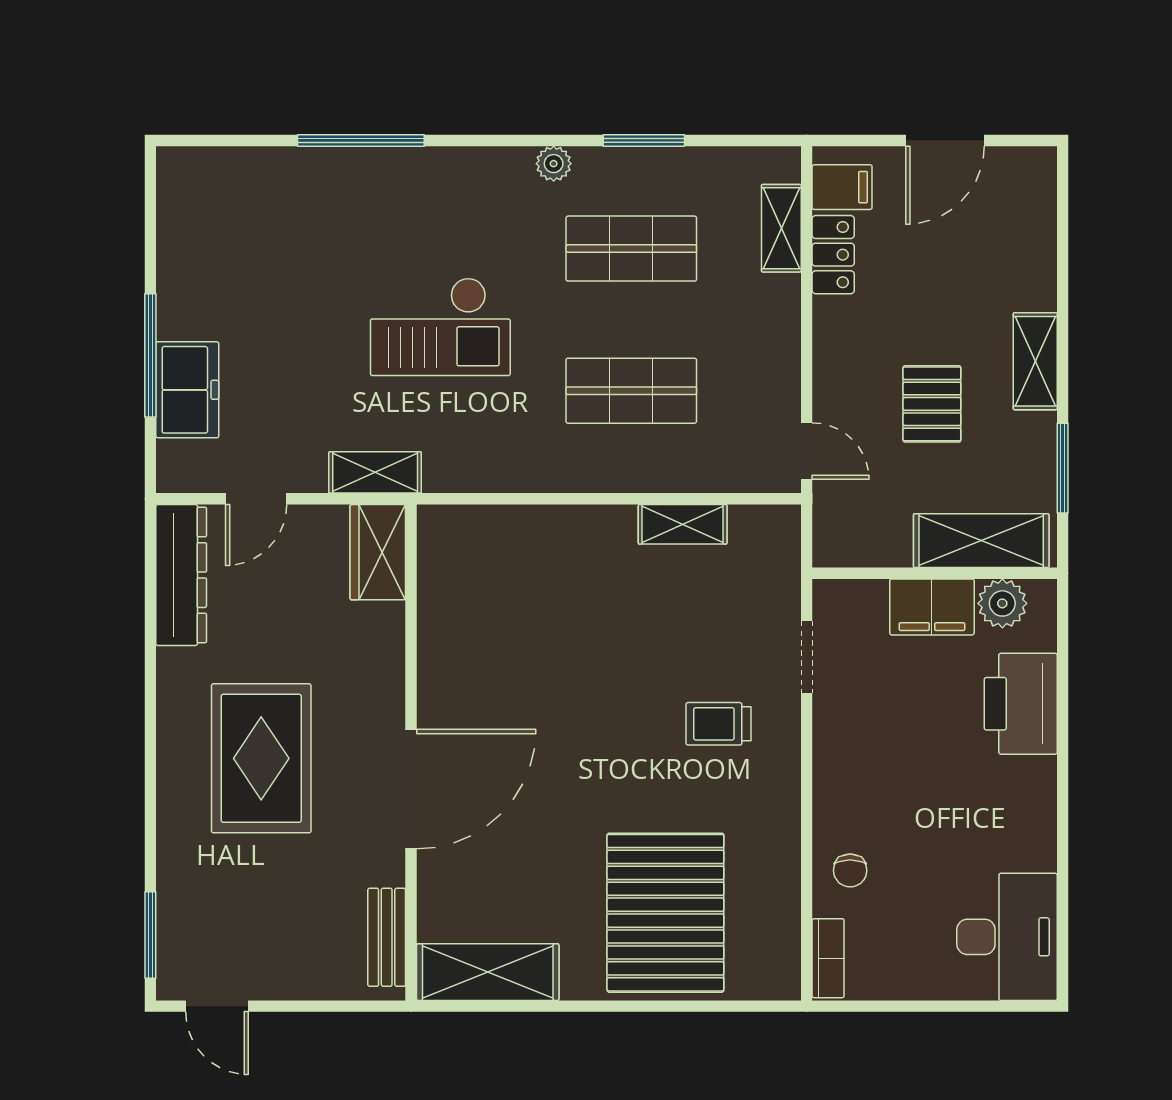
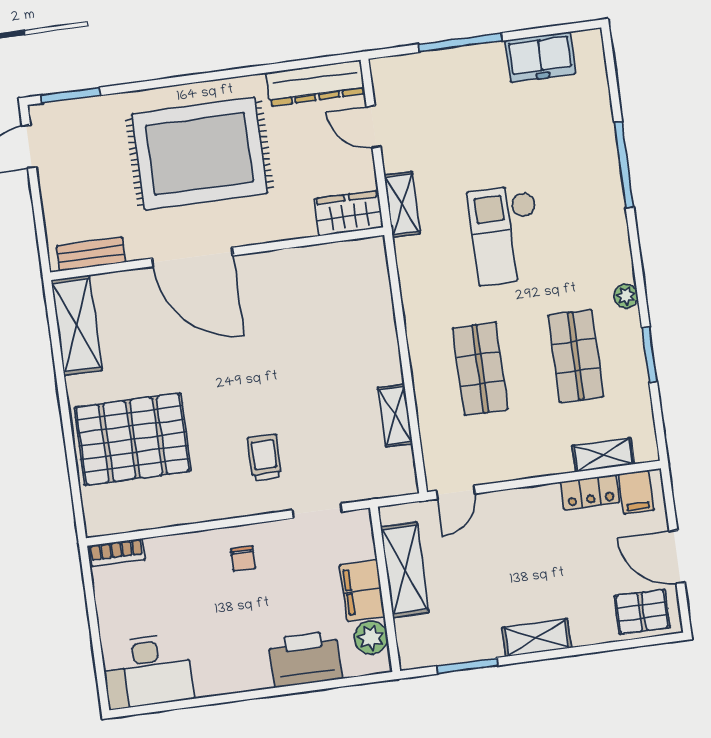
freezer: (187, 390) -> (540, 57), moved
pallet: (932, 404) -> (642, 612), moved
shelving: (981, 541) -> (405, 570), moved
rug: (261, 758) -> (200, 154), width x1.37, depth x1.44
chair: (850, 870) -> (243, 558), moved, turned -90

